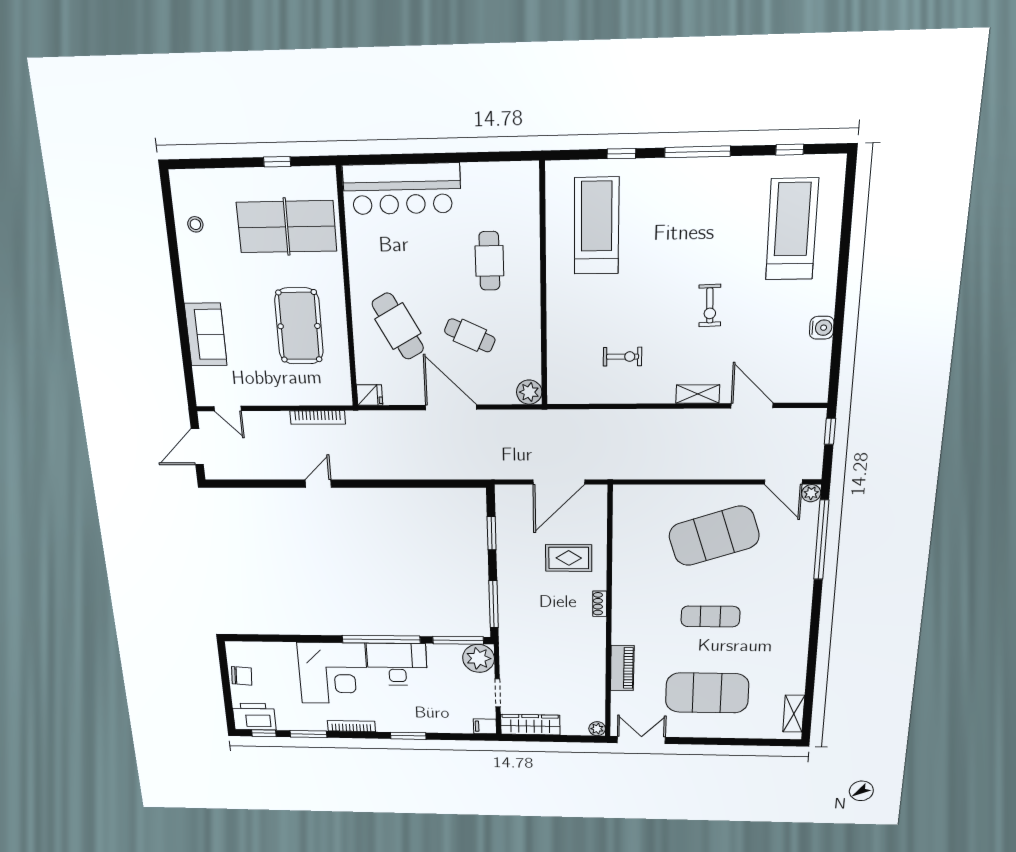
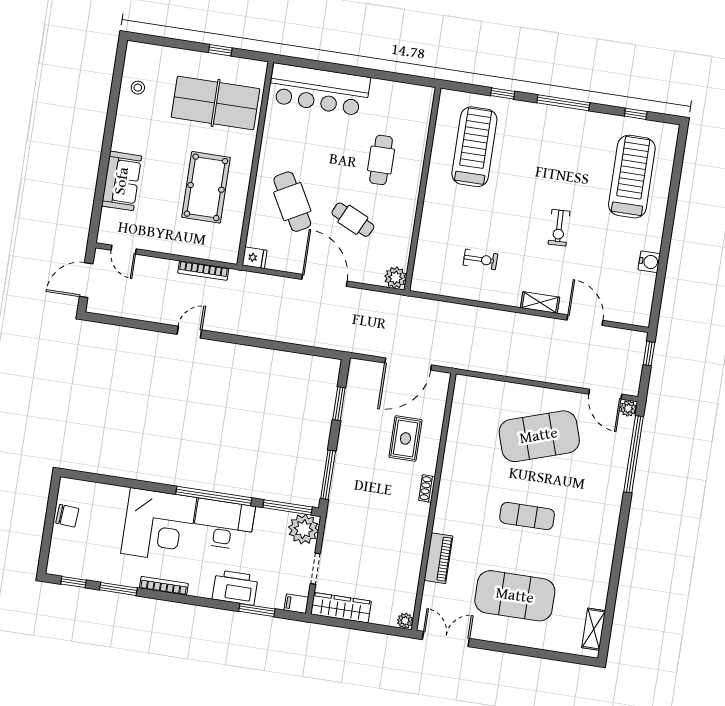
rug: (569, 558) -> (405, 438), turned 90
printer: (254, 716) -> (235, 588), moved
window: (408, 736) -> (257, 610), moved

